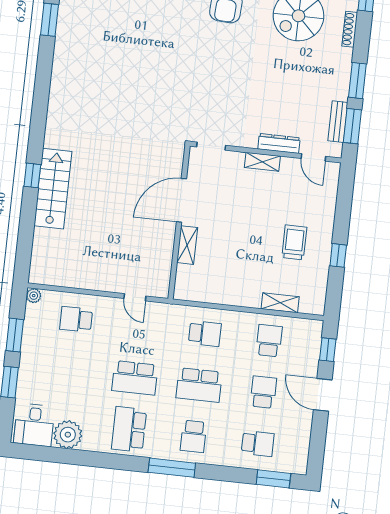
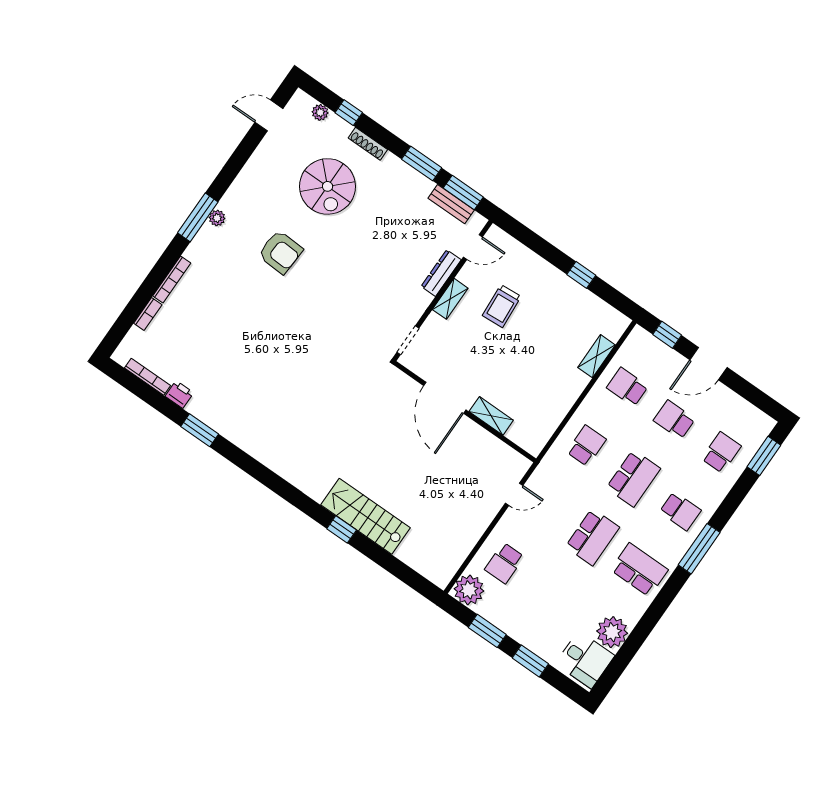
trolley: (294, 242) -> (502, 306), moved, turned -94
plant: (34, 296) -> (469, 590), width x1.88, depth x1.88
school desk: (129, 429) -> (639, 570), turned 180

